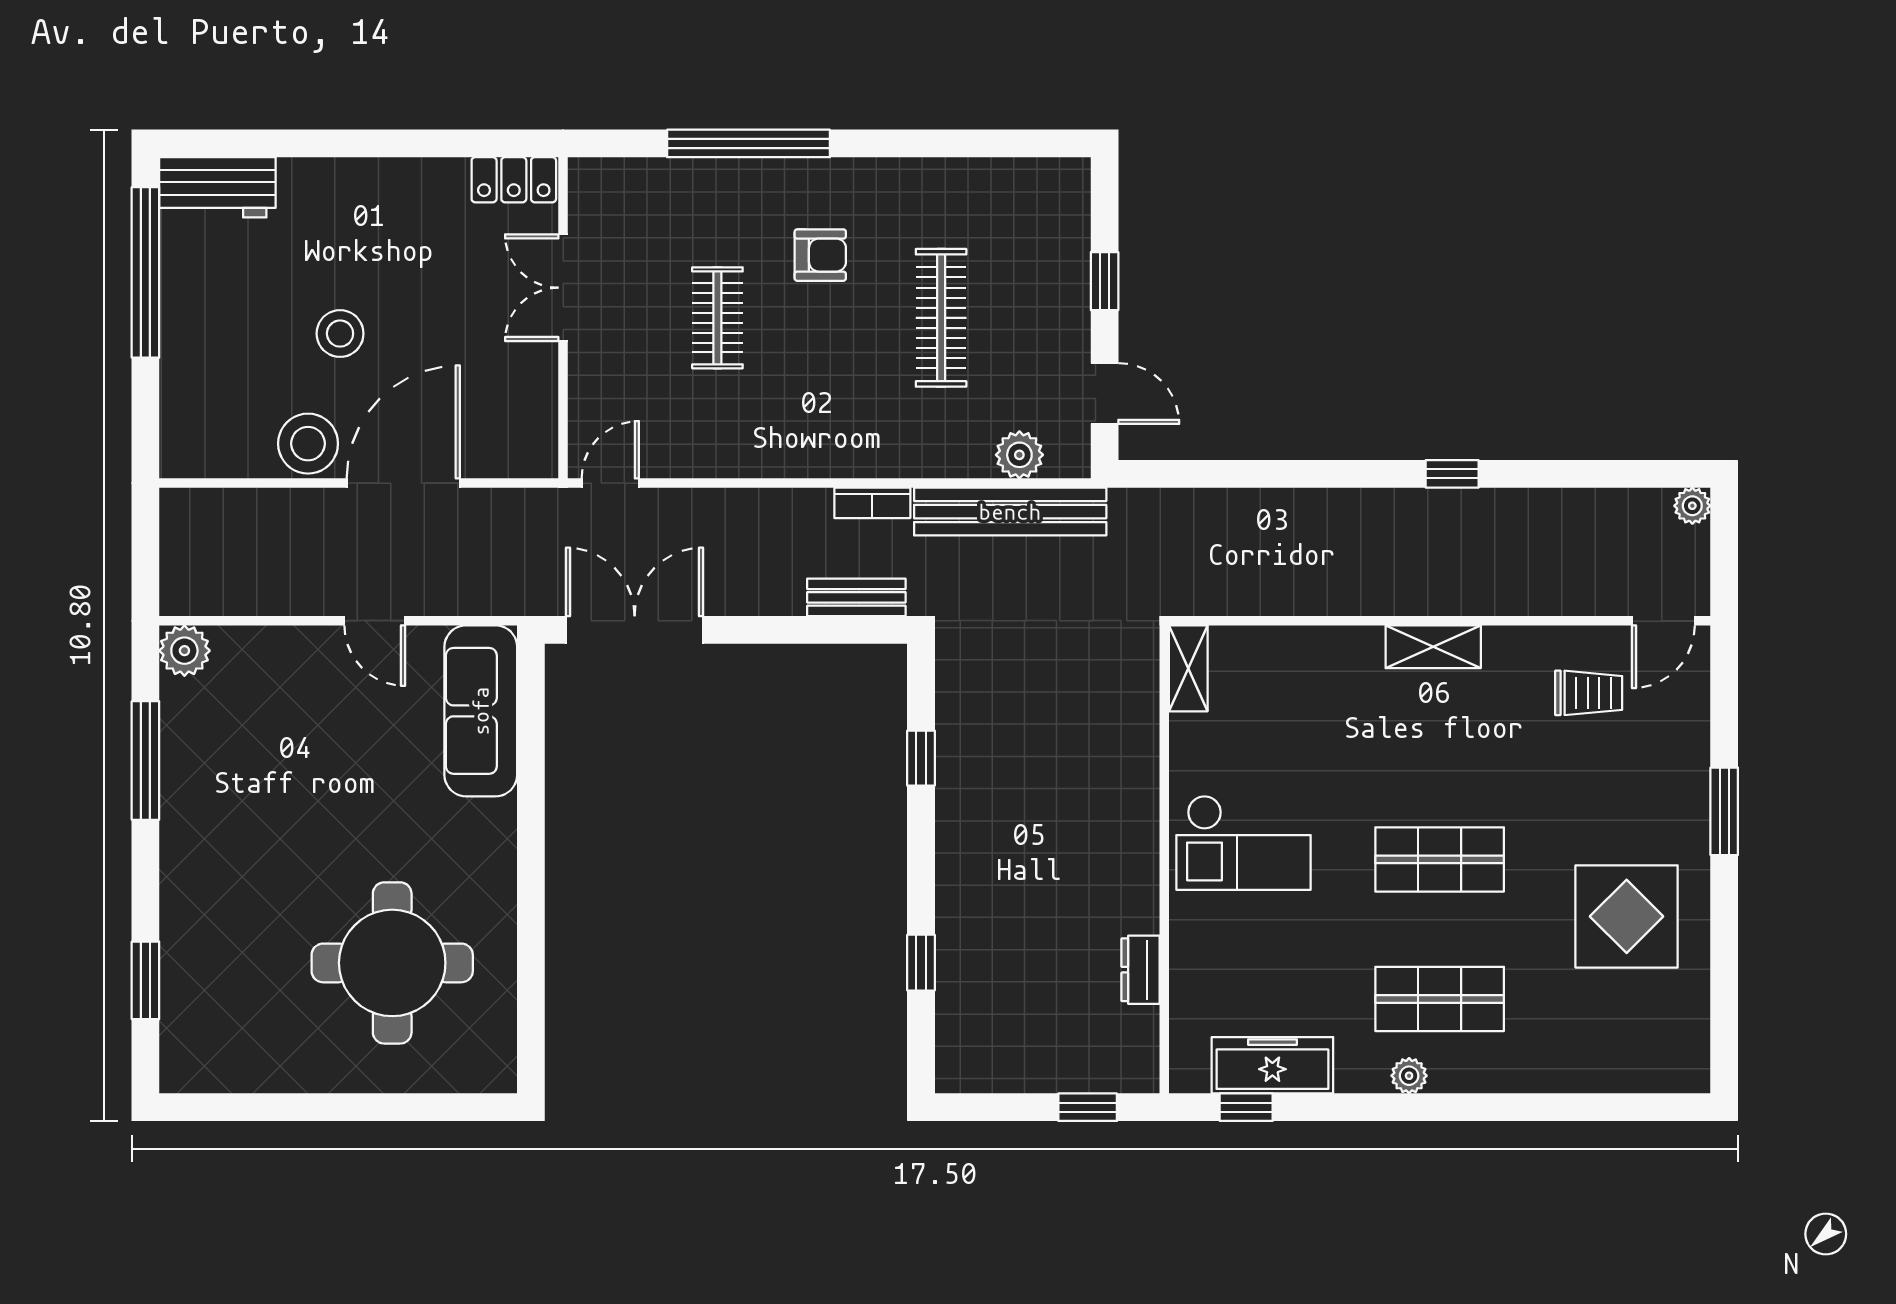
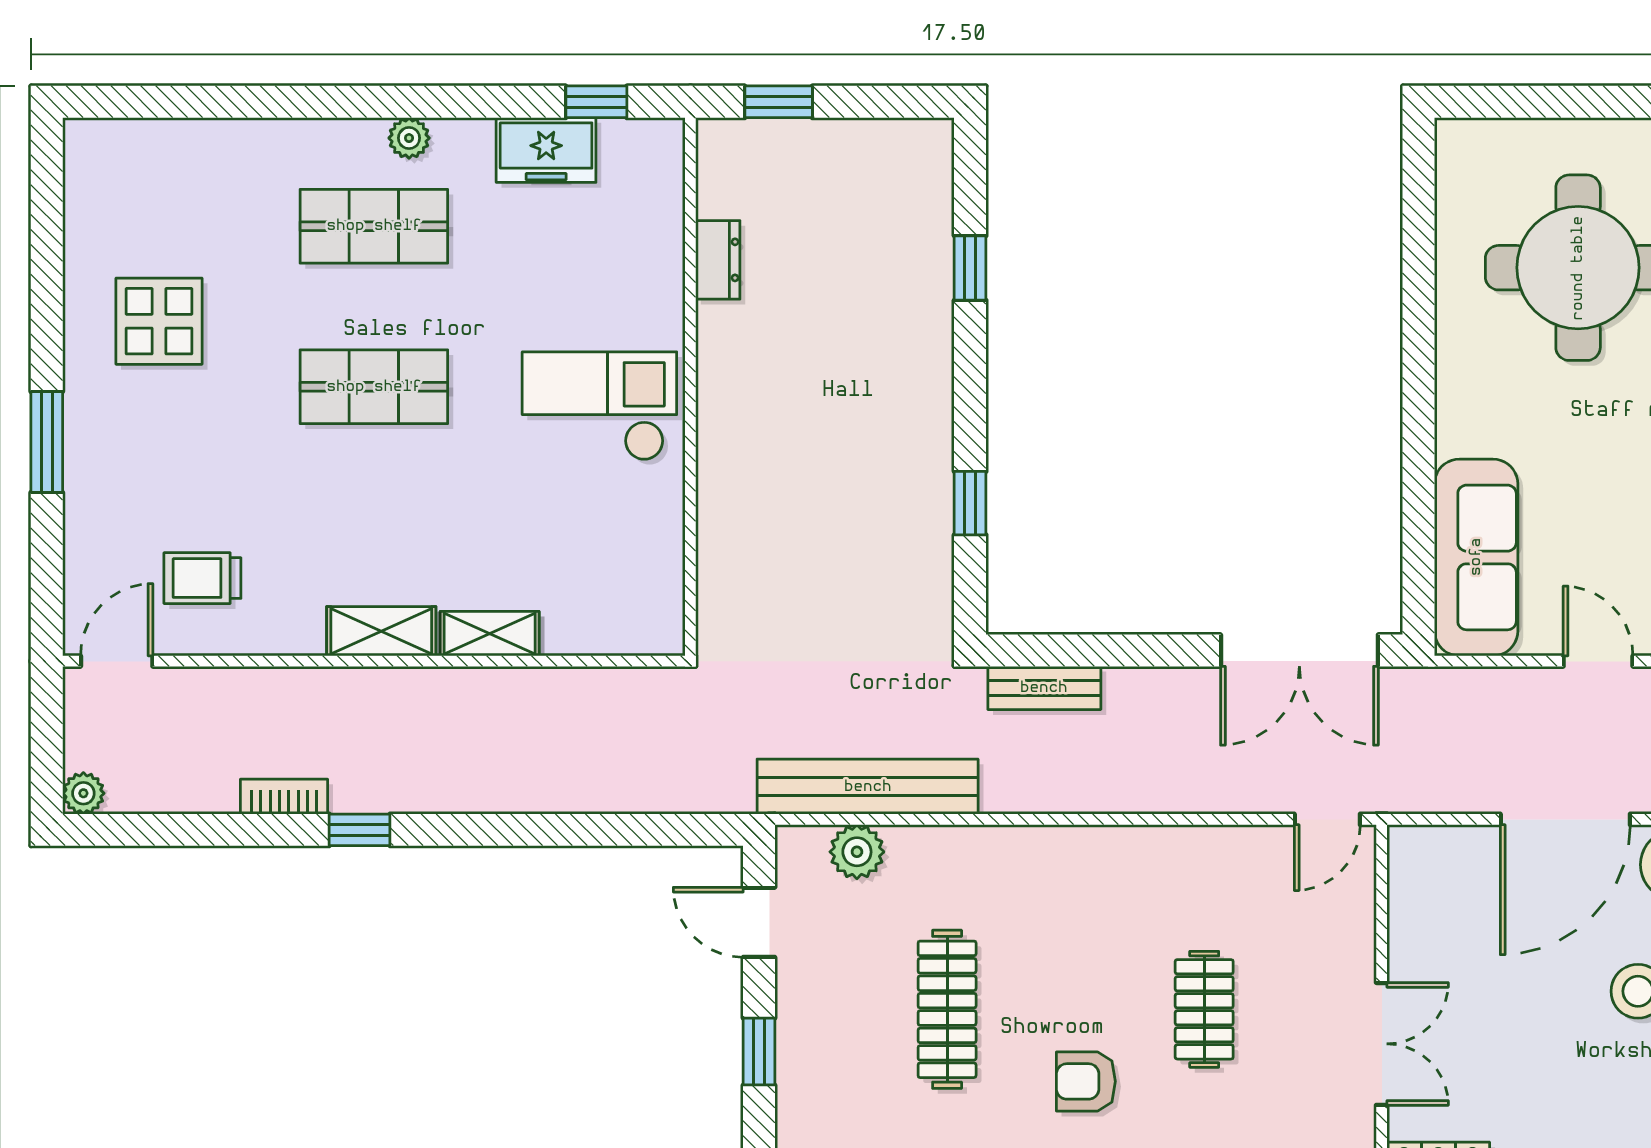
bookcase: (872, 503) -> (284, 797), moved
shelving: (1188, 668) -> (490, 634), moved, turned 90
display table: (1627, 916) -> (159, 321), width x0.73, depth x0.73
freezer: (1272, 1065) -> (546, 150), width x0.71

